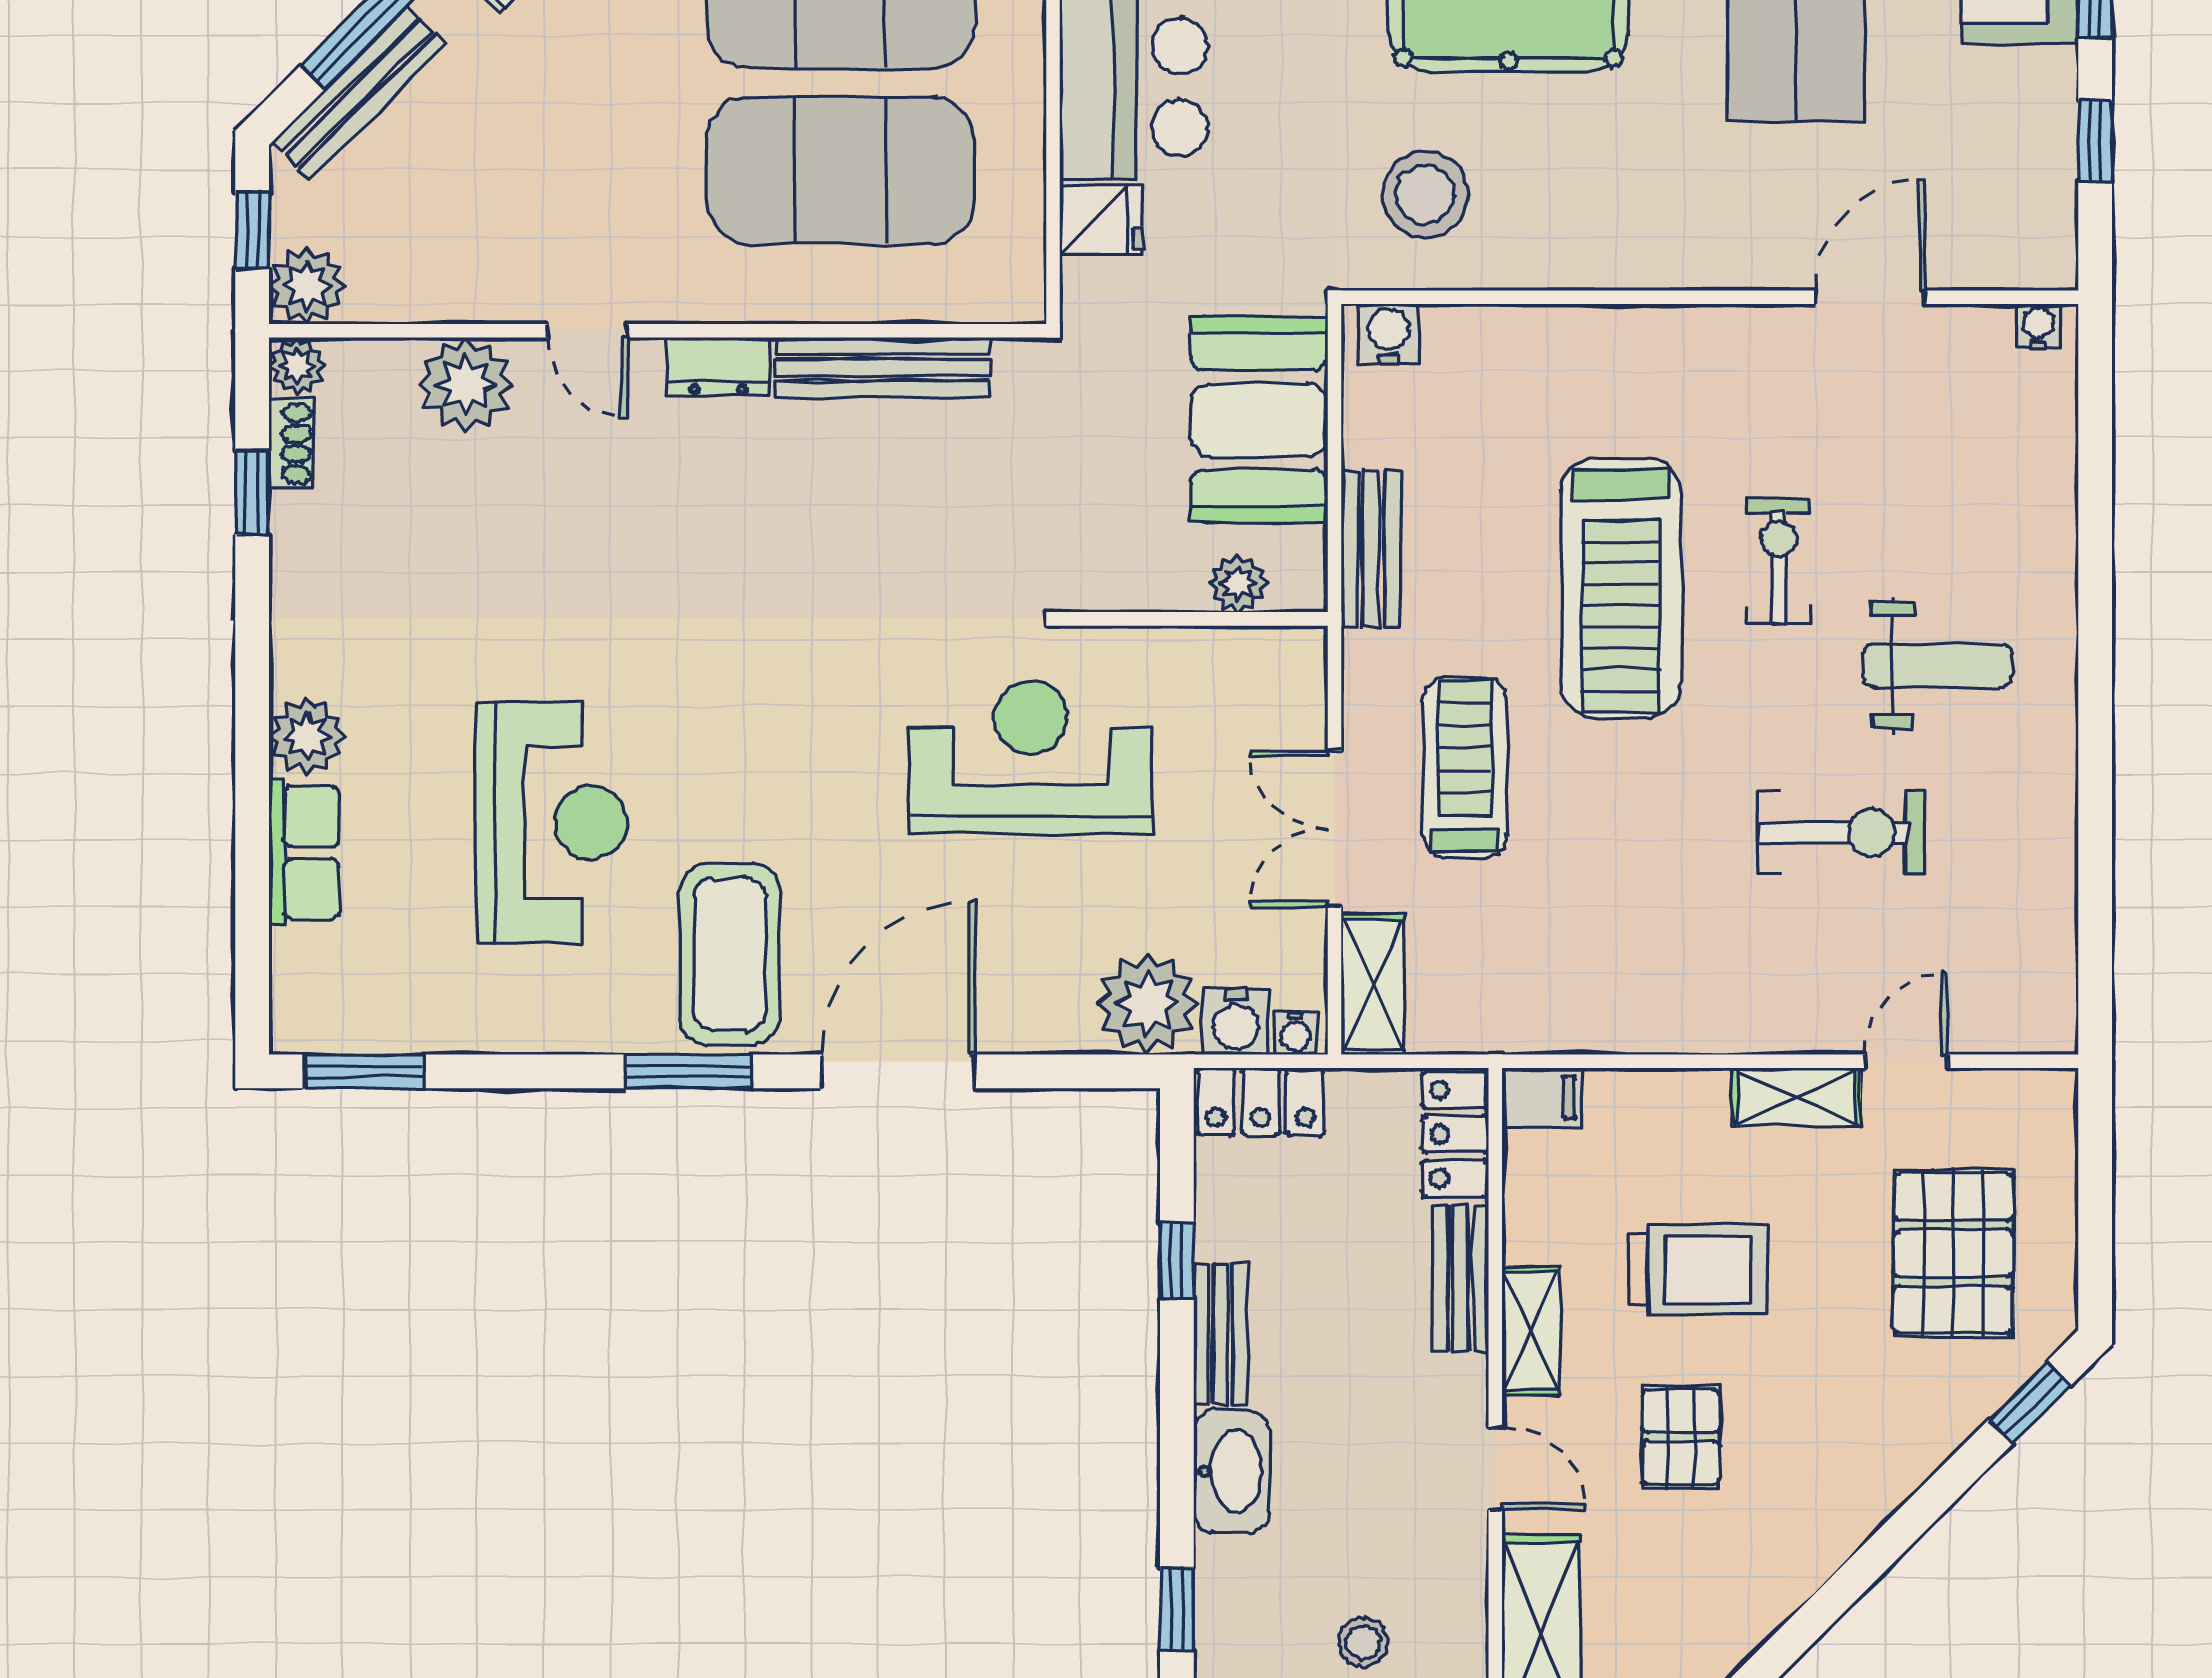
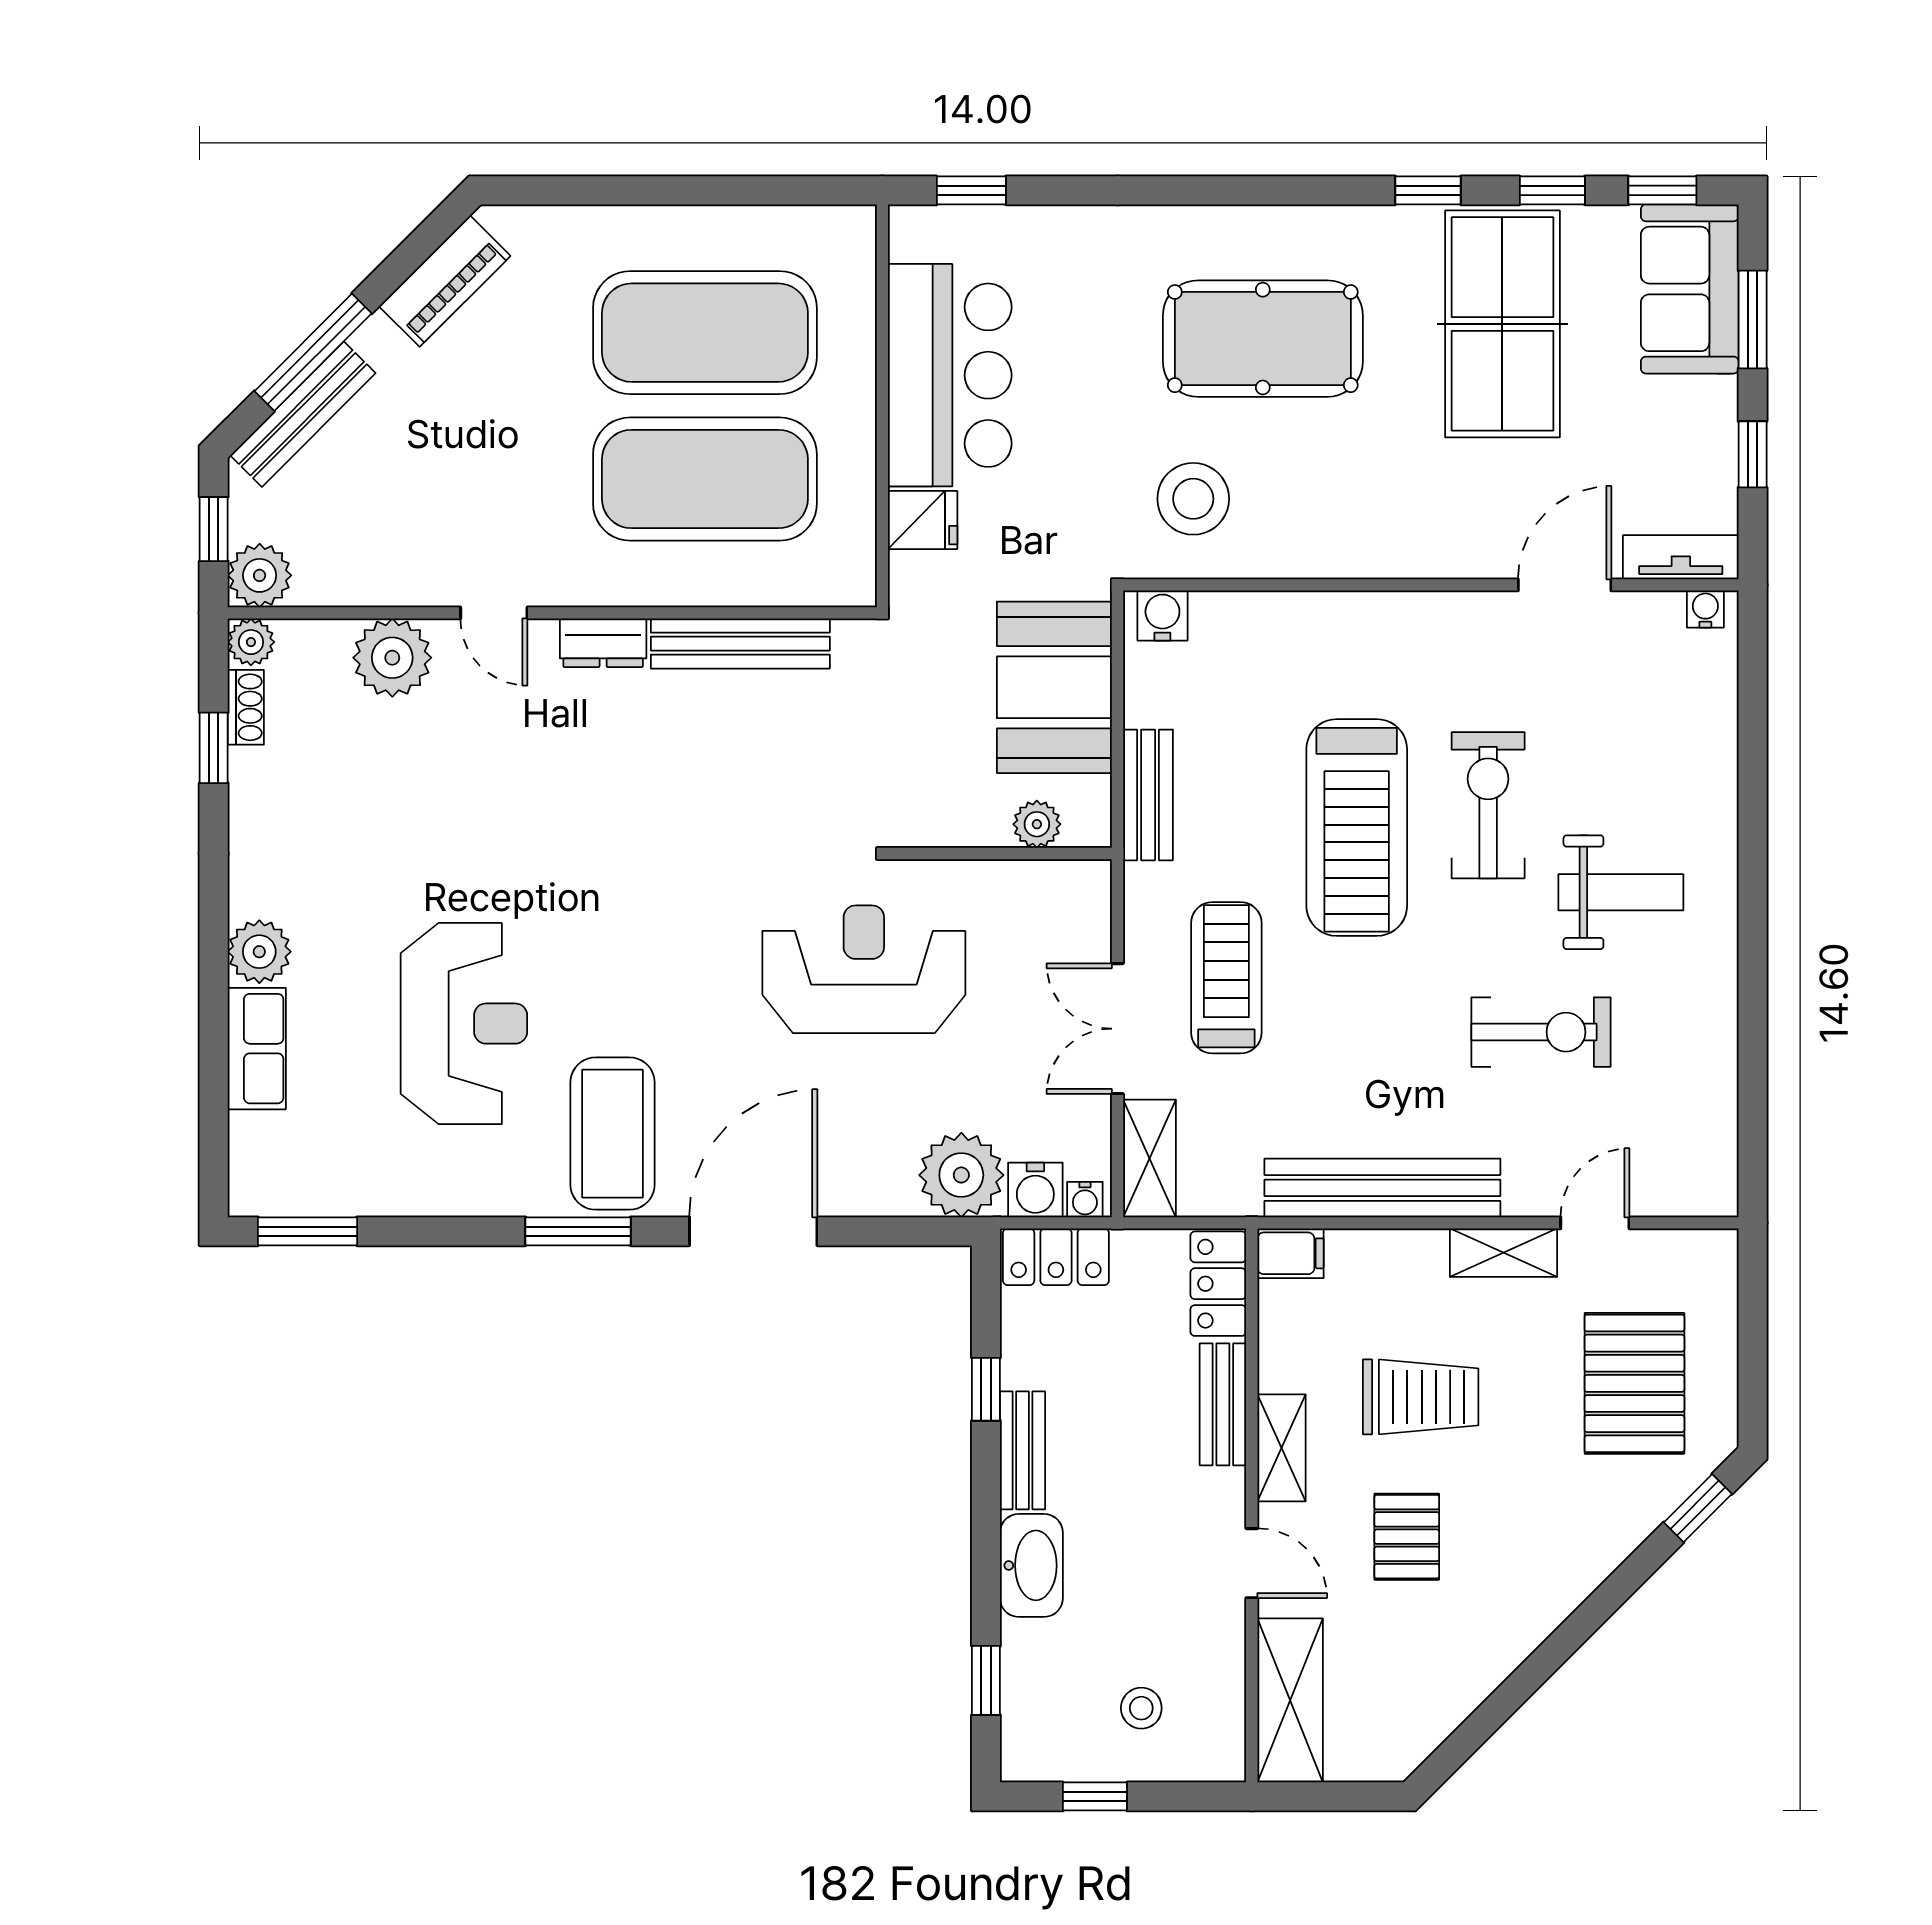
tv unit: (2009, 264) -> (1681, 557), added
exercise bike: (1778, 561) -> (1488, 805), width x1.38, depth x1.39
bench: (1652, 1019) -> (1382, 1188), added

